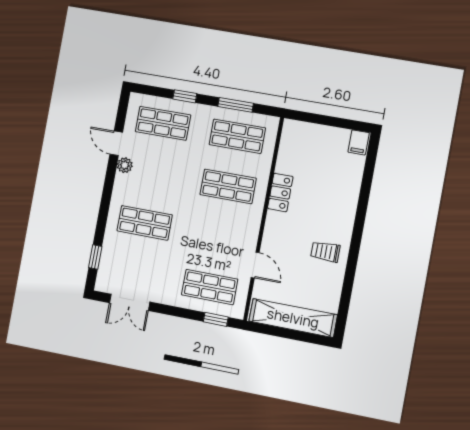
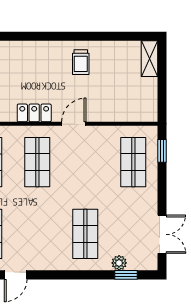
plant: (125, 165) -> (119, 263), moved
door: (255, 265) -> (74, 124), moved
shelving: (293, 318) -> (150, 59), width x0.45, depth x0.75

